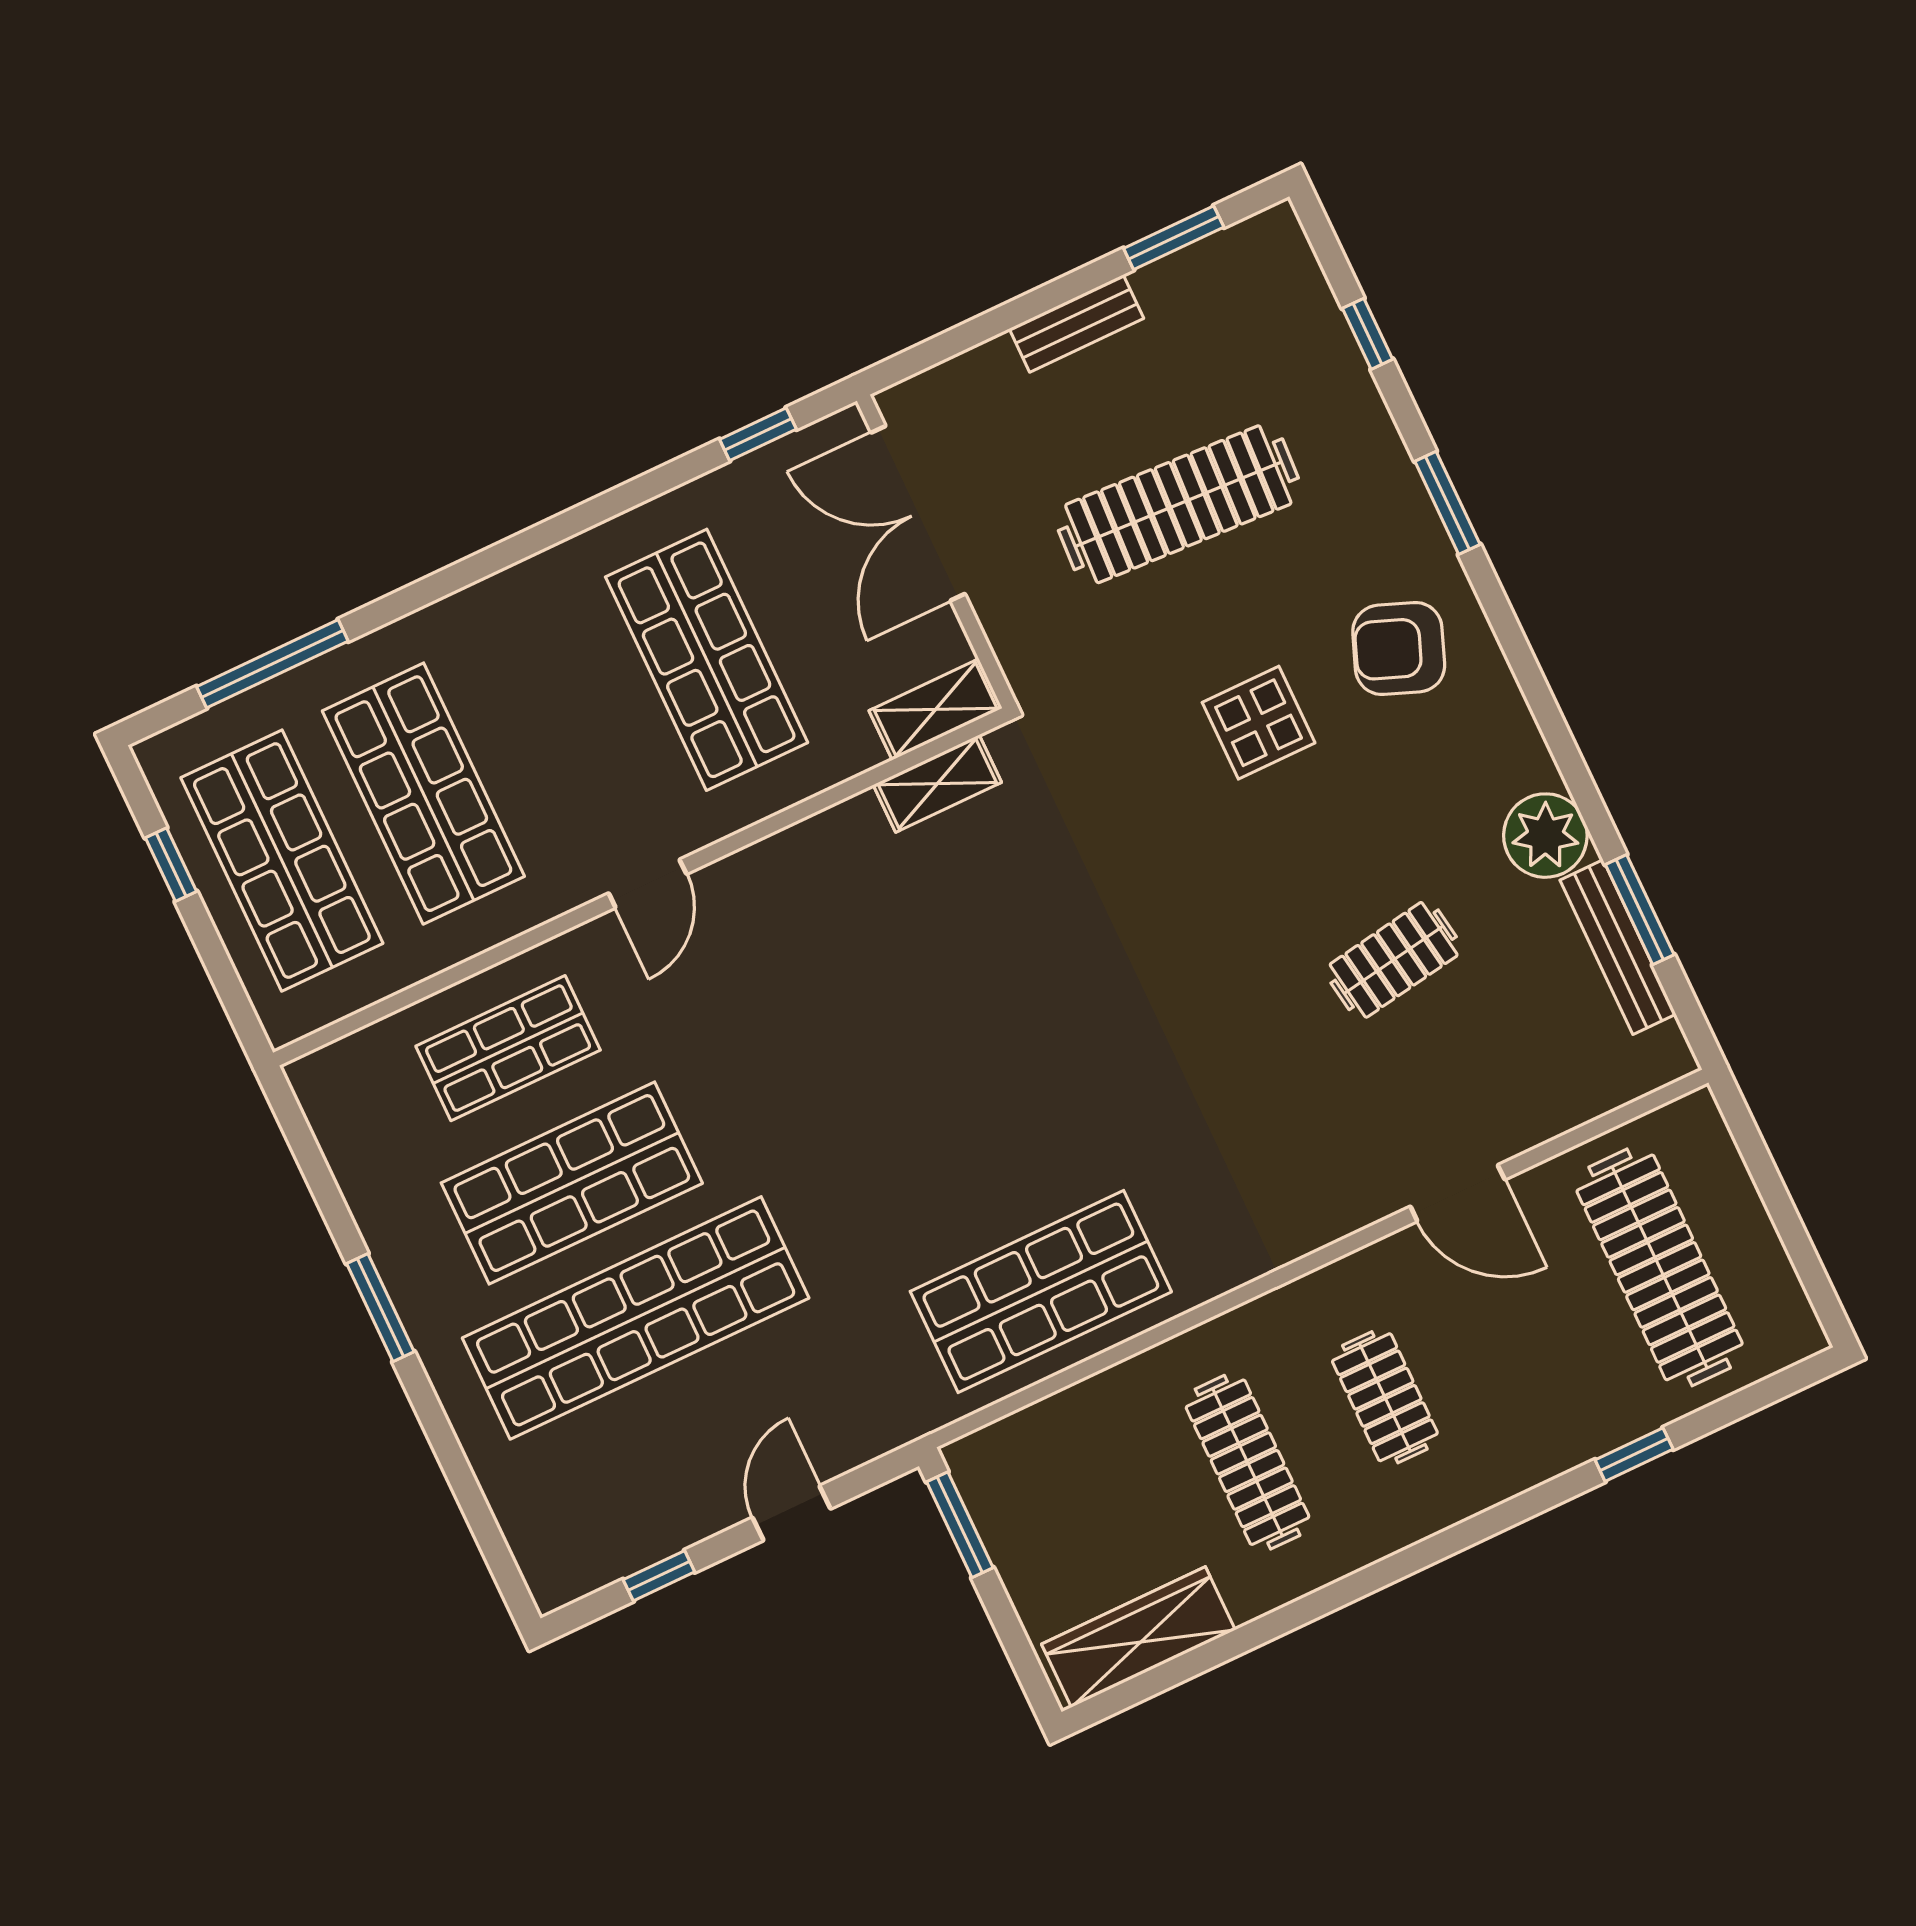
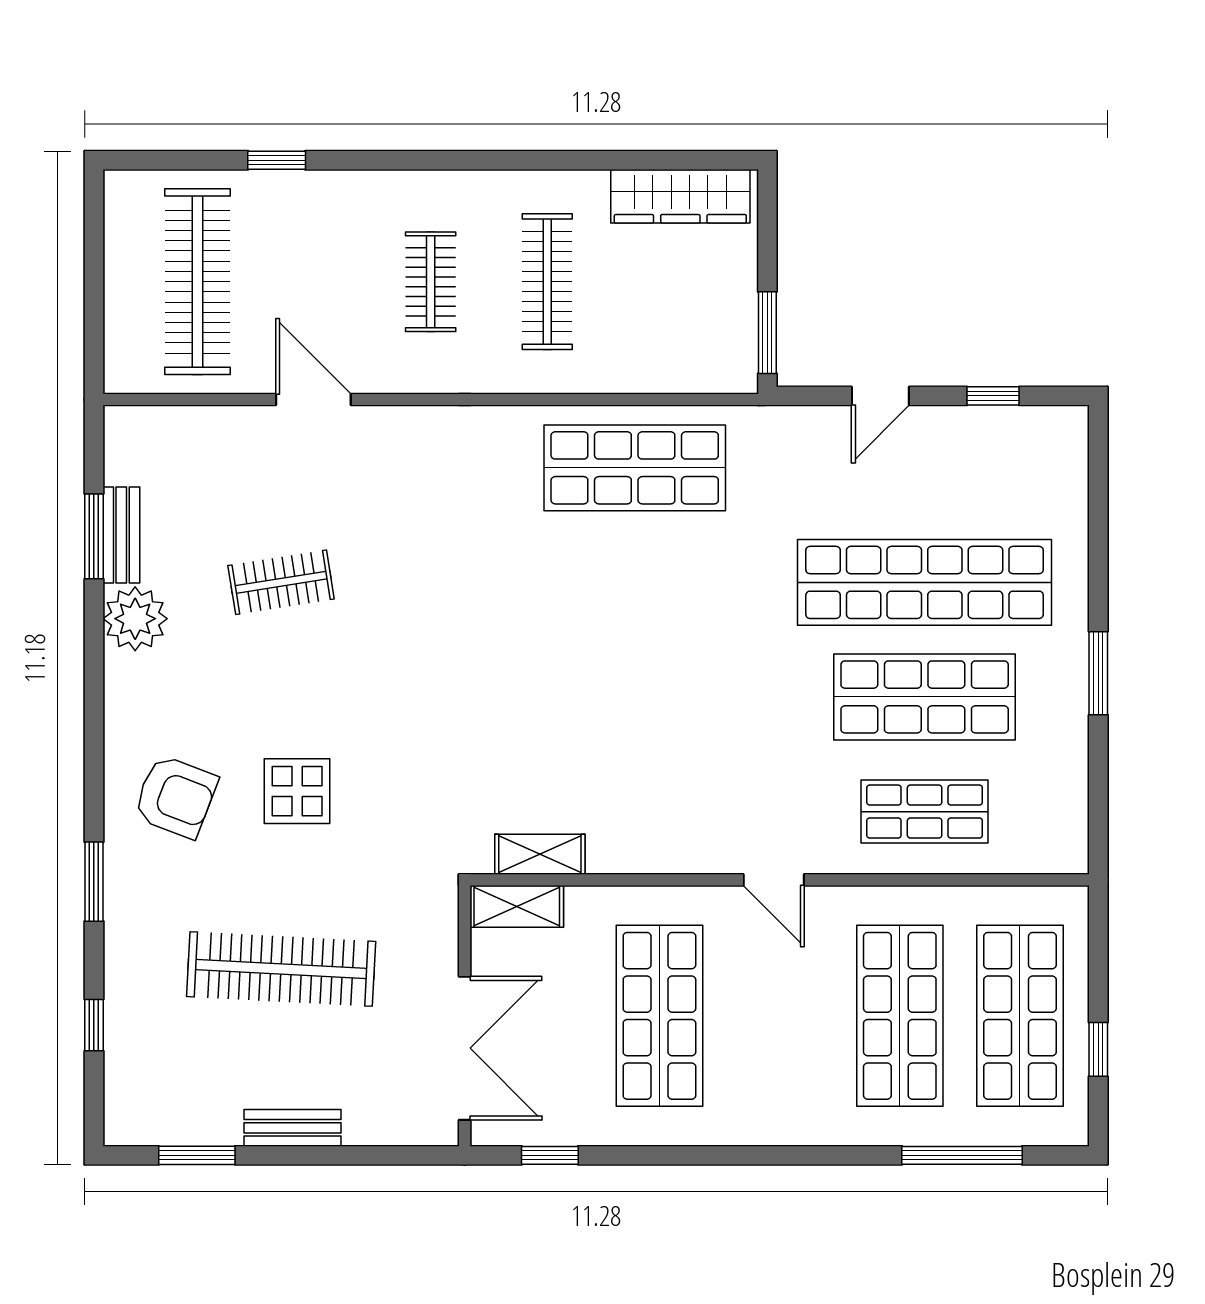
door: (648, 884) -> (774, 880), swing flipped
bench: (1618, 947) -> (121, 535), width x0.73

